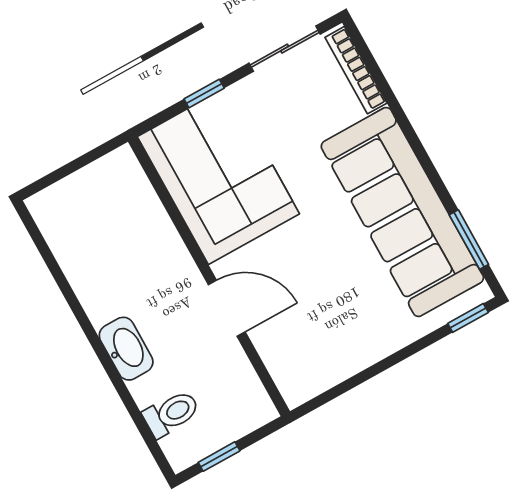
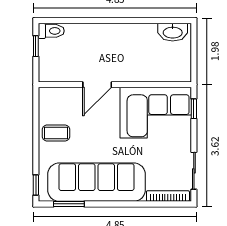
window: (204, 93) -> (194, 109), moved
coffee table: (355, 334) -> (56, 133), added
washbasin: (126, 349) -> (173, 32), moved
toilet: (171, 414) -> (51, 31), moved, turned -90

